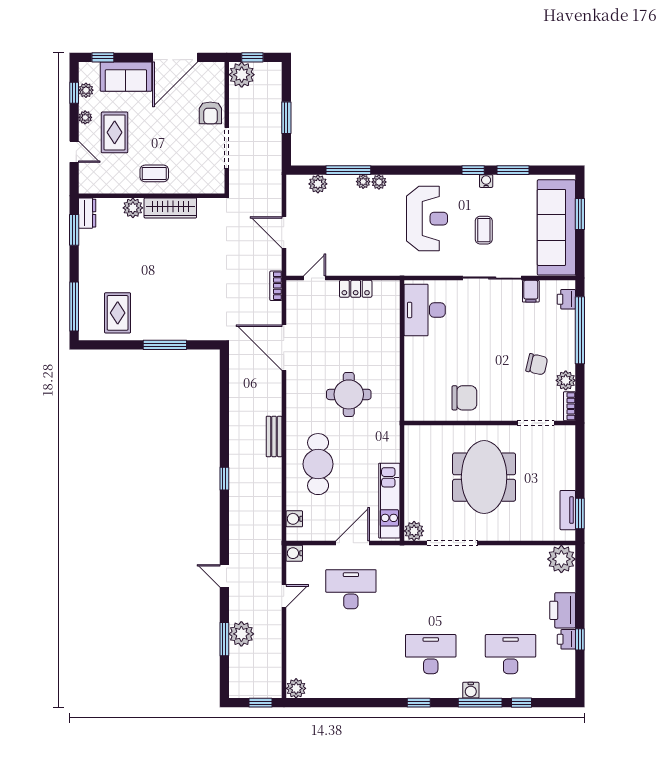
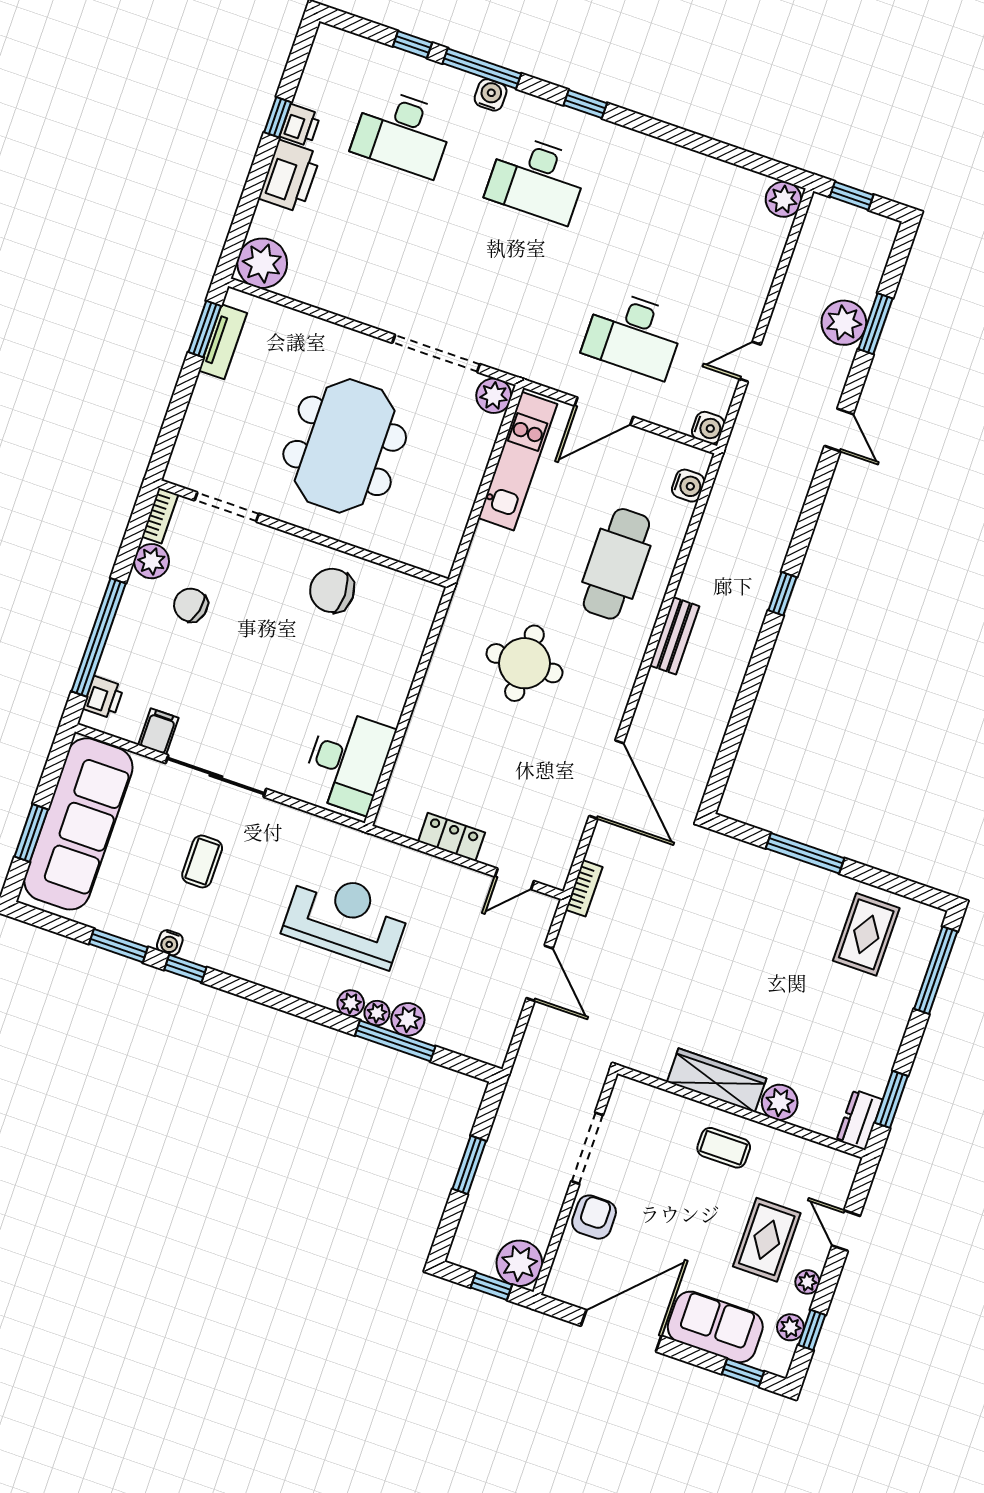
plant: (318, 184) -> (408, 1019), moved
reception desk: (427, 219) -> (347, 918), moved, turned 90

